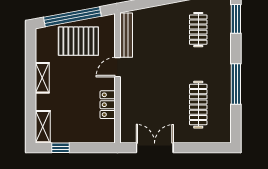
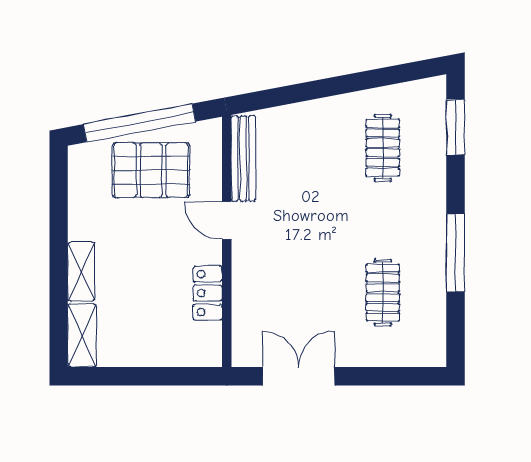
door: (118, 67) -> (227, 221), hinge flipped
shelving: (42, 78) -> (81, 272), moved
clothes rail: (198, 105) -> (383, 293), width x0.73
window: (60, 148) -> (116, 376), removed

